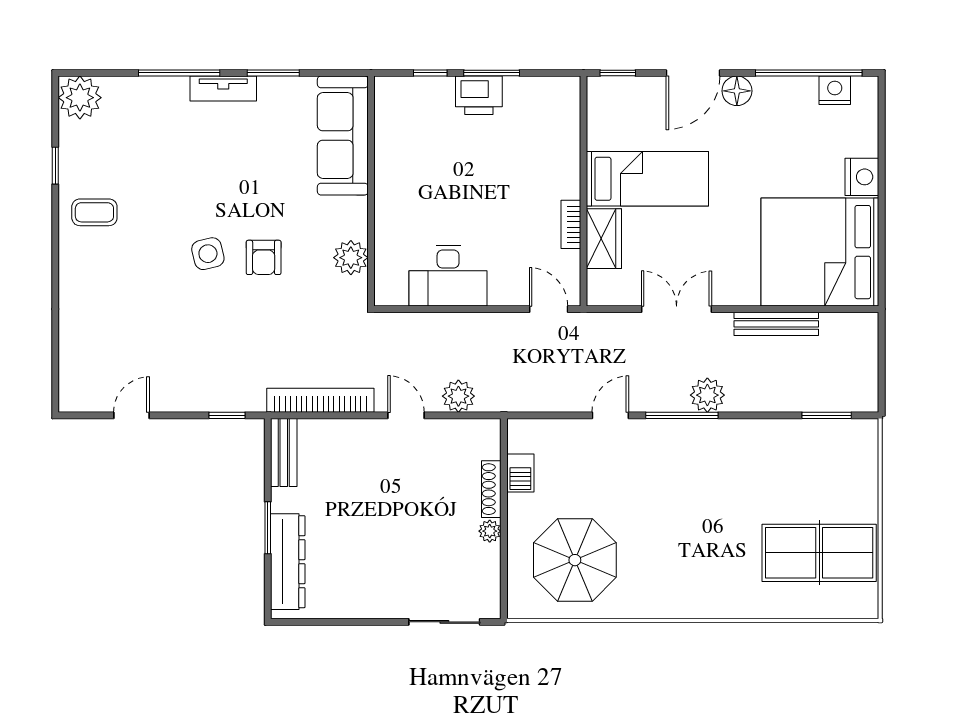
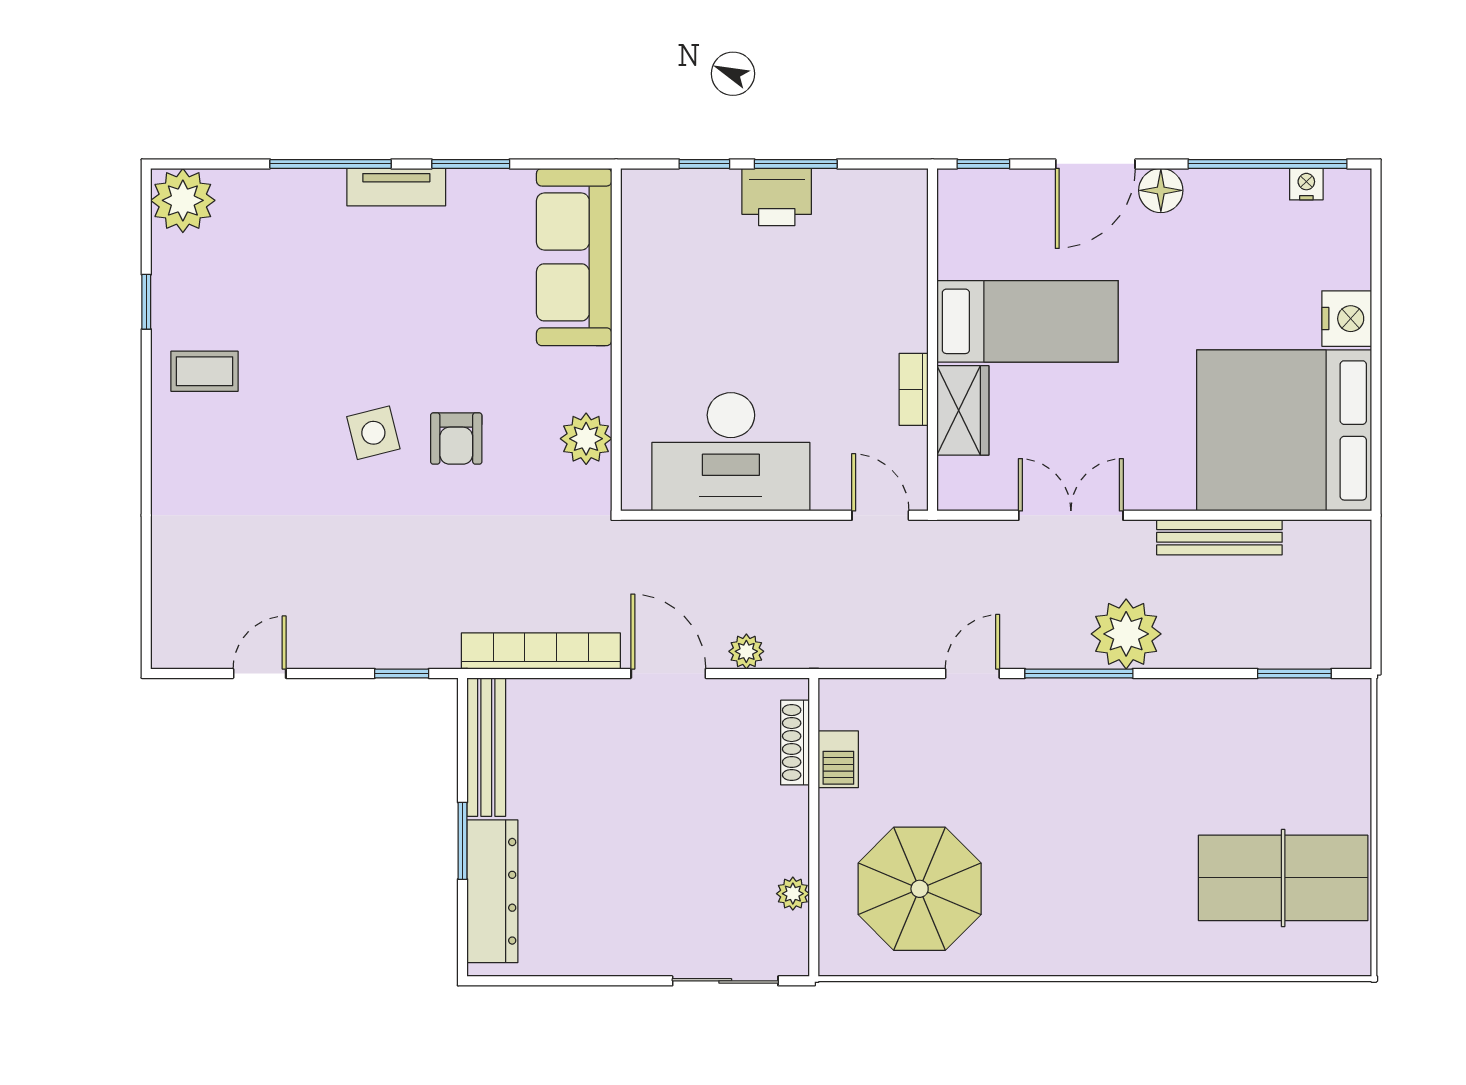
nightstand: (835, 90) -> (1306, 184), width x0.72, depth x0.74
desk: (448, 276) -> (731, 452), width x1.36, depth x1.30
plant: (707, 395) -> (1126, 634), width x1.36, depth x1.36
plant: (458, 396) -> (746, 651), width x0.73, depth x0.73
door: (406, 415) -> (668, 673), width x1.37
bench: (284, 452) -> (486, 747), width x1.36
shoe rack: (491, 489) -> (795, 743), moved
plant: (490, 531) -> (793, 894), moved

